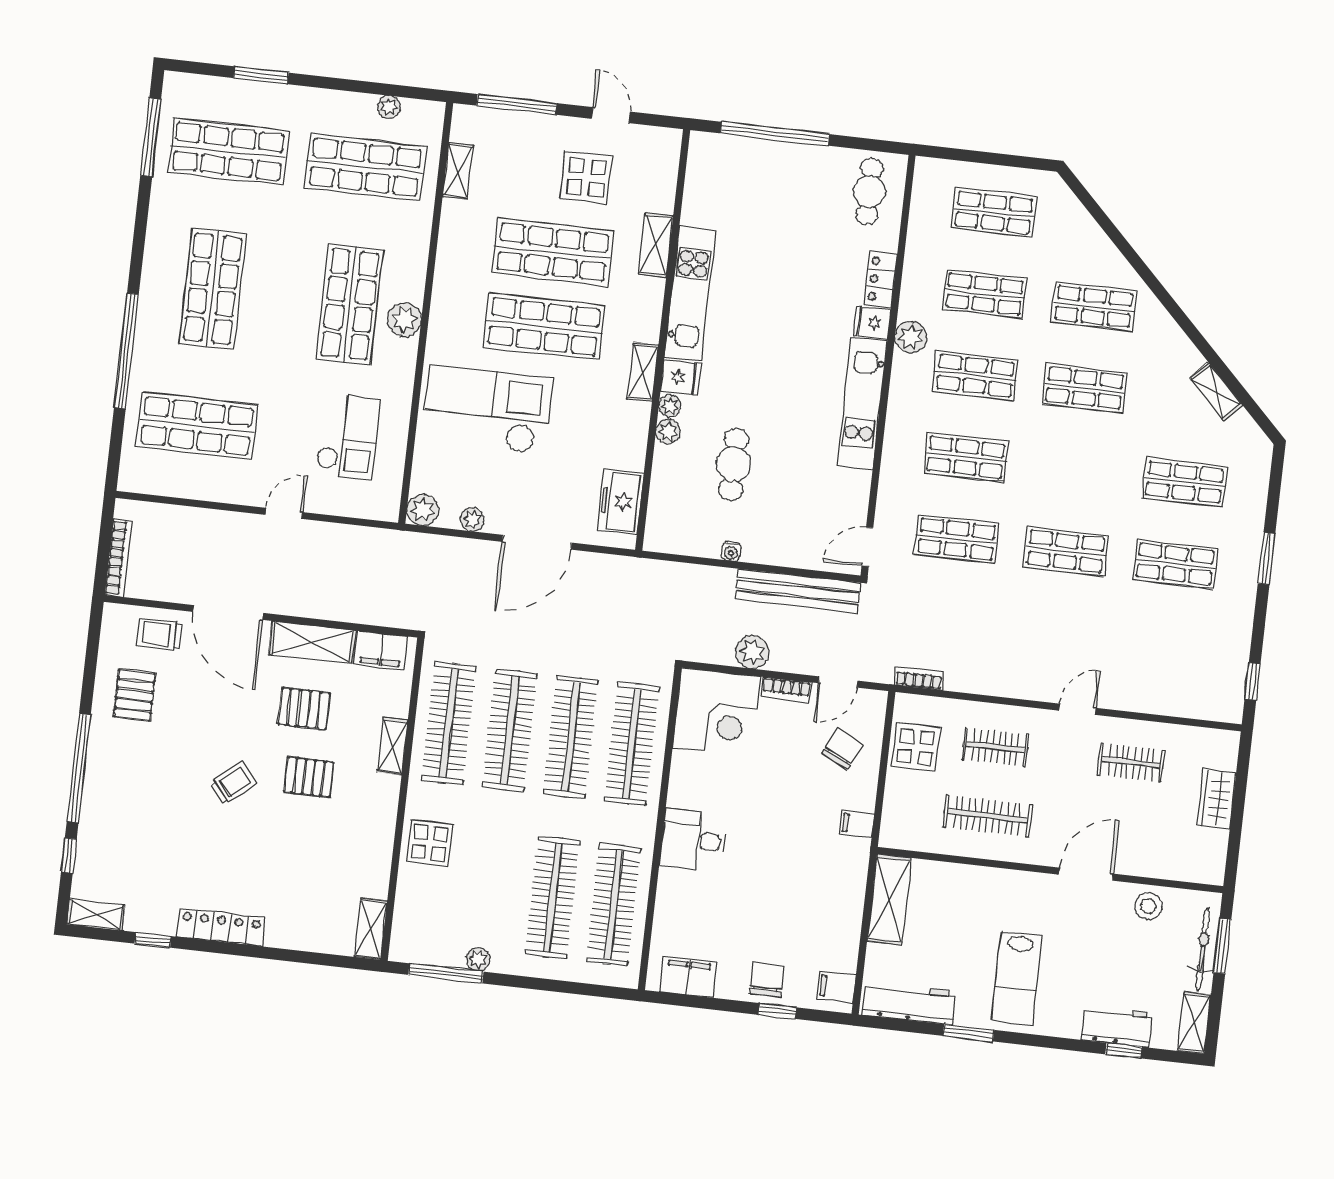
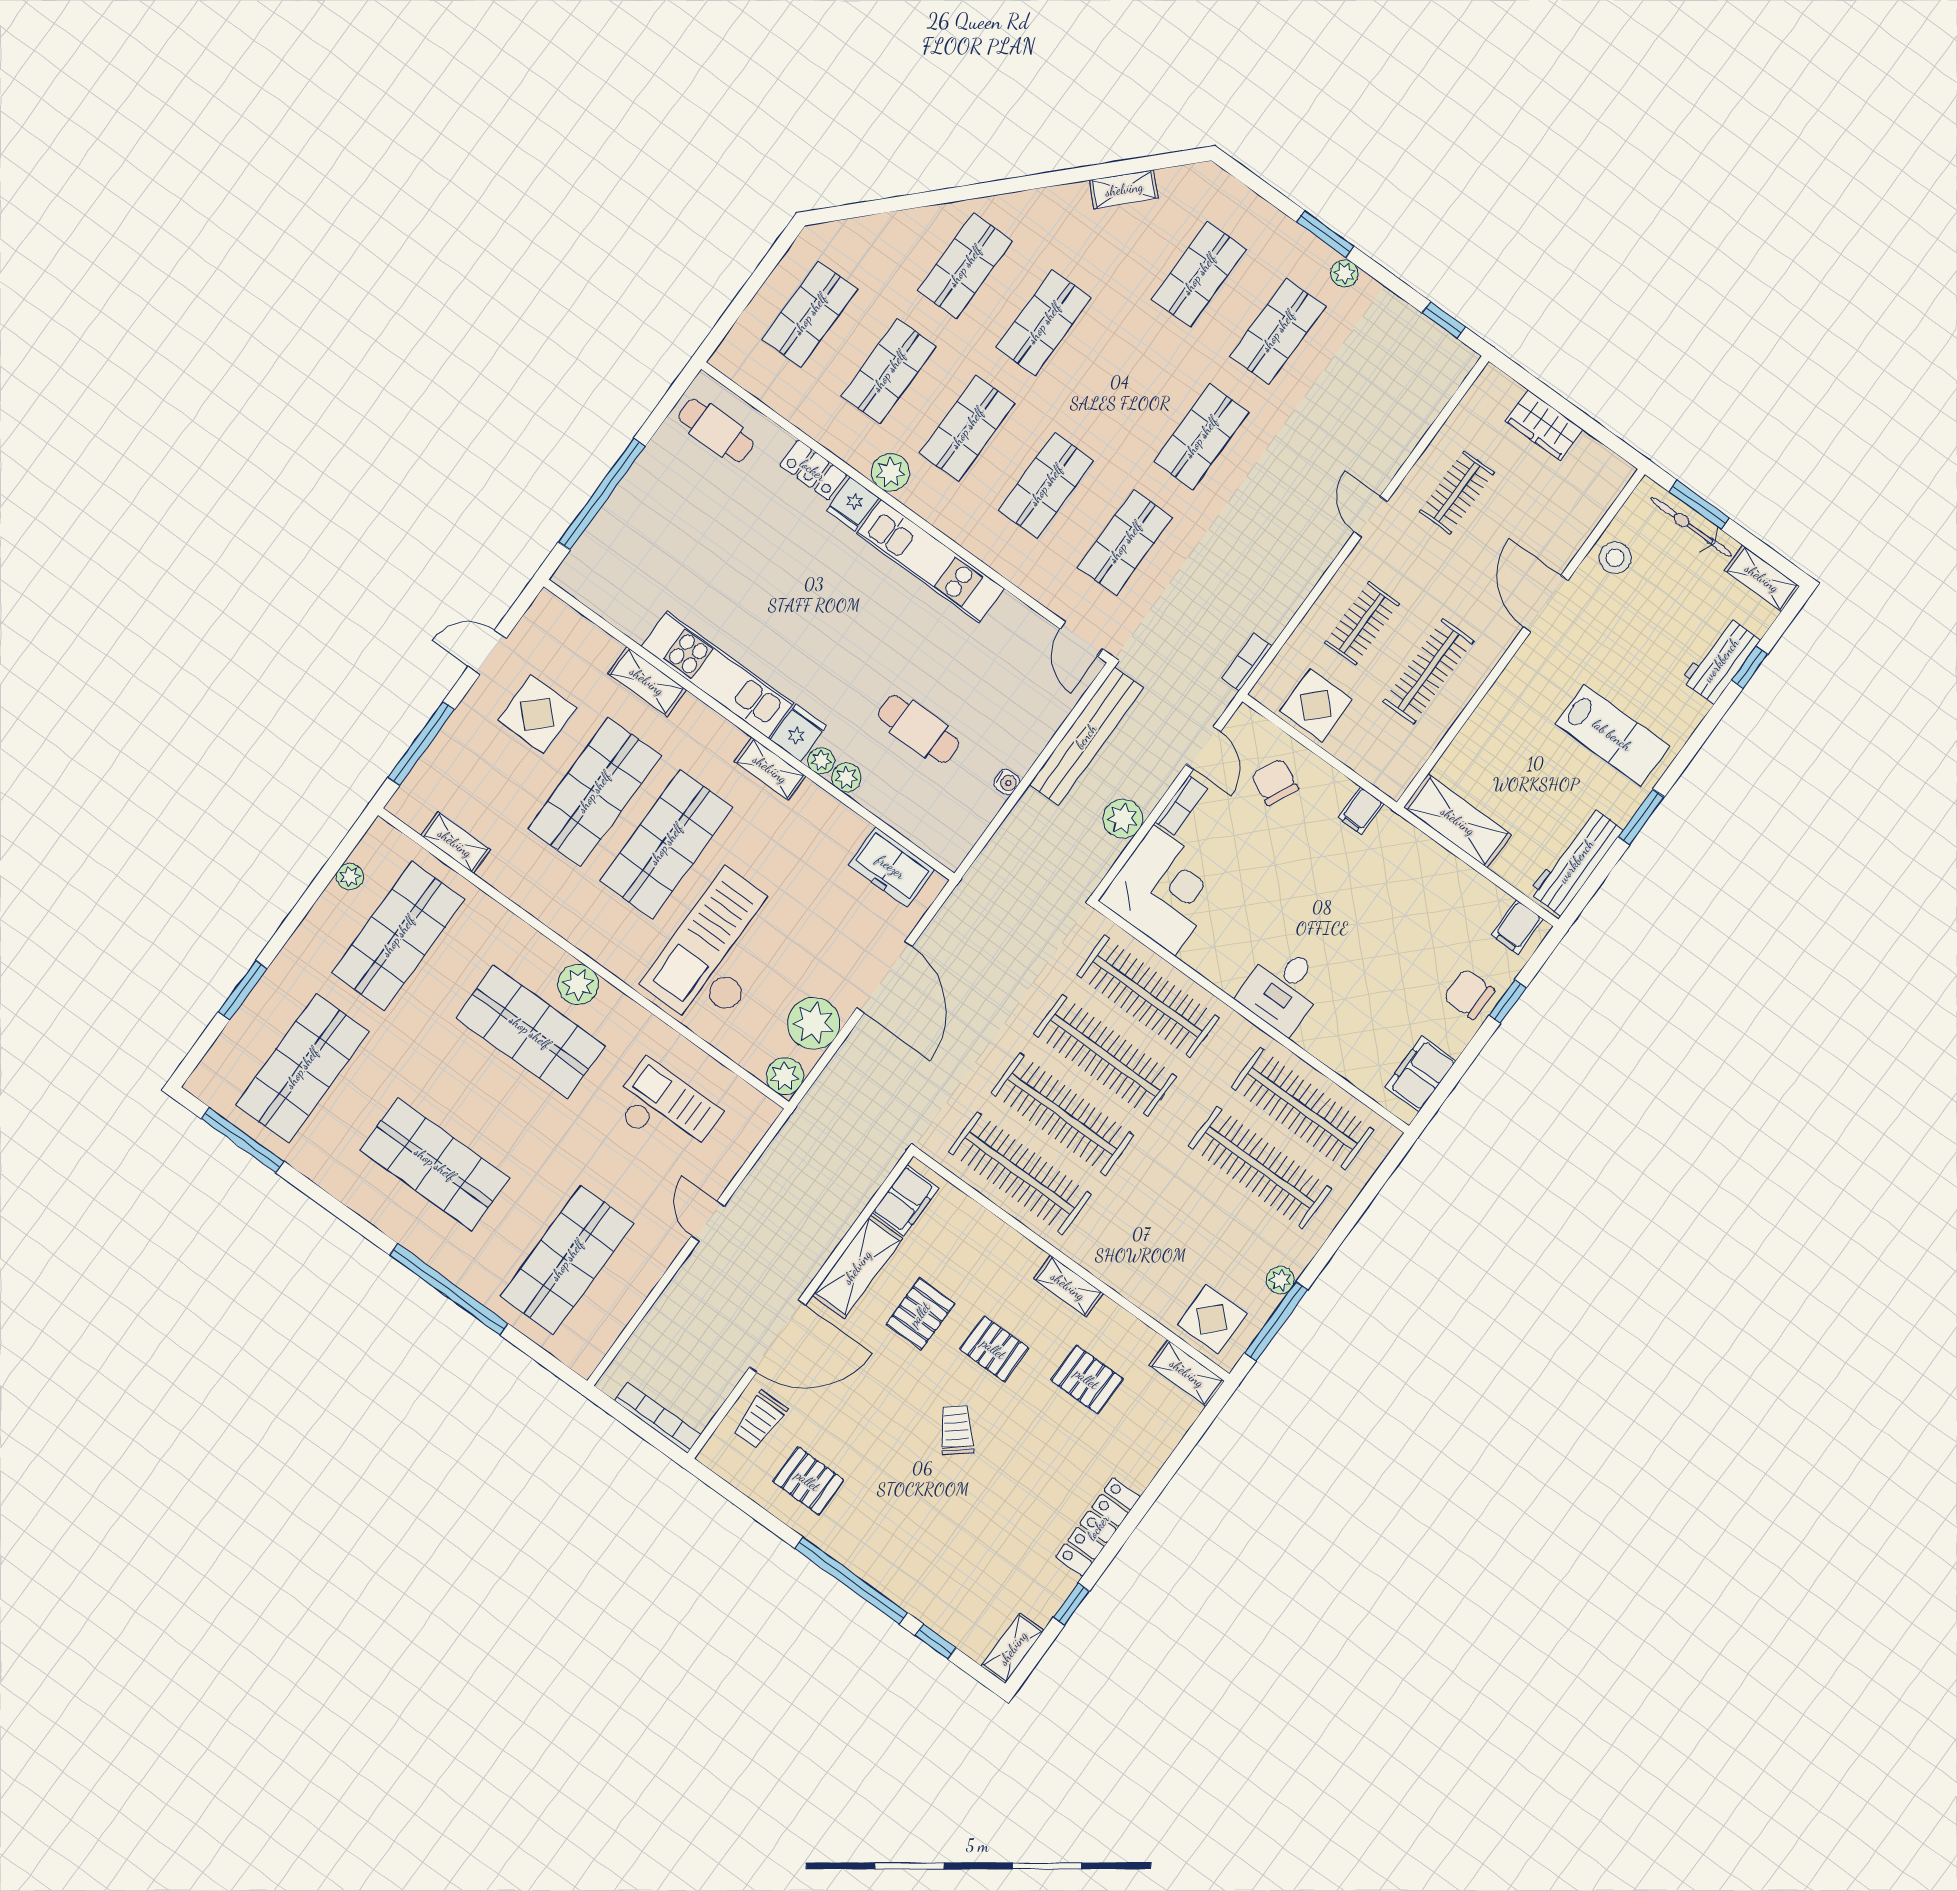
plant: (472, 520) -> (814, 1023), width x1.87, depth x1.87
plant: (1246, 589) -> (1344, 273), added
shelving: (393, 746) -> (1068, 1286), moved
pallet: (309, 777) -> (994, 1349), turned 90
display table: (430, 843) -> (1212, 1319), moved
pallet: (325, 858) -> (1087, 1379), added

